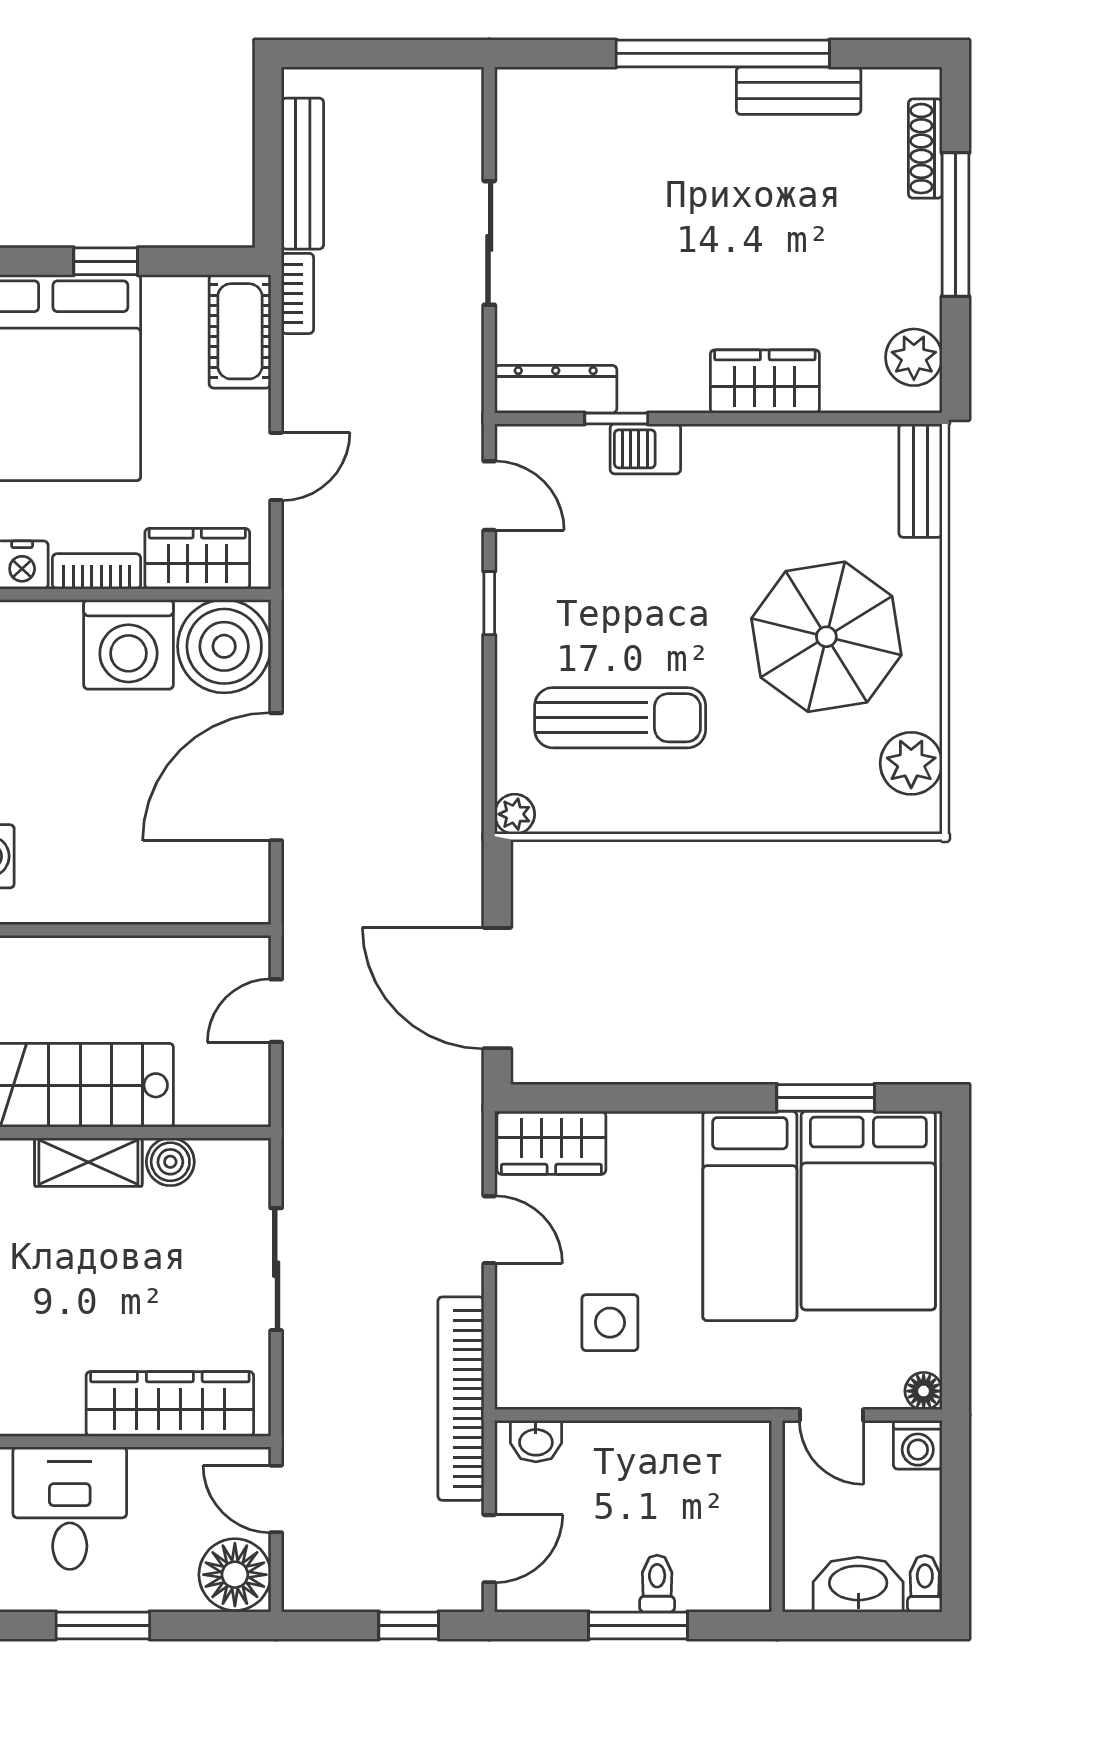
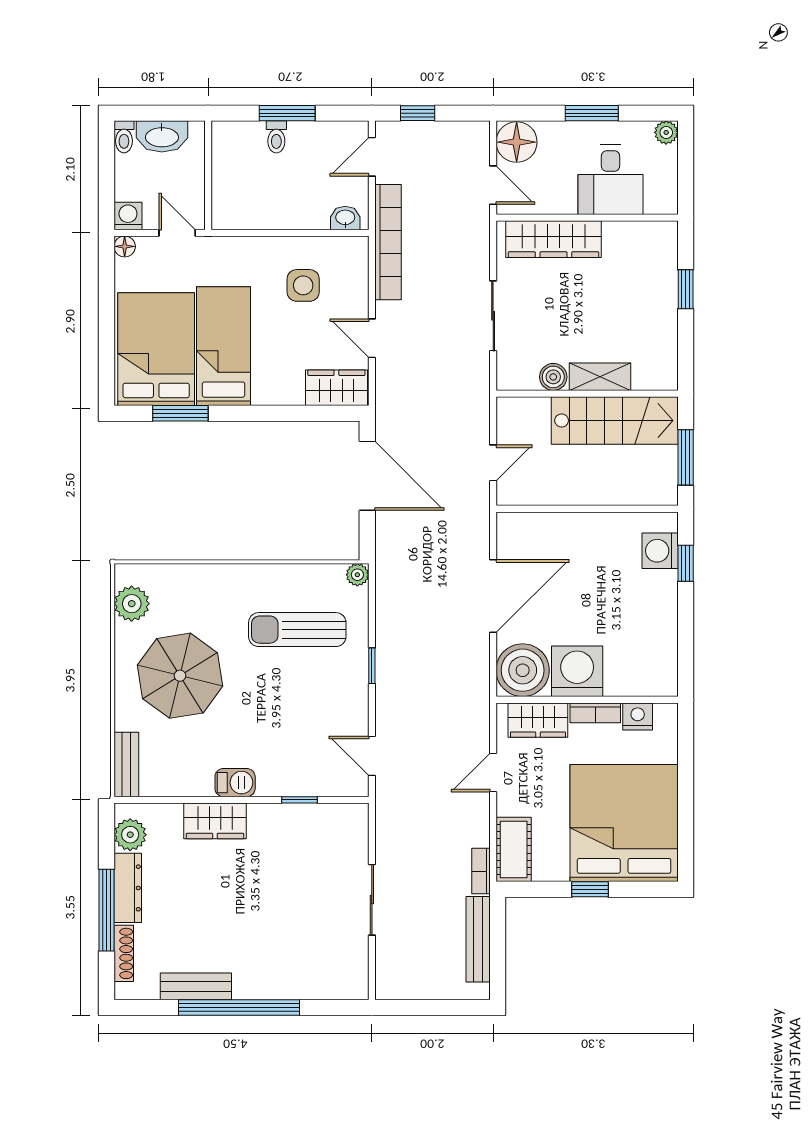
dresser: (556, 389) -> (128, 888), moved, turned -90
barbecue: (645, 449) -> (235, 783), moved
window: (489, 603) -> (372, 666), moved

